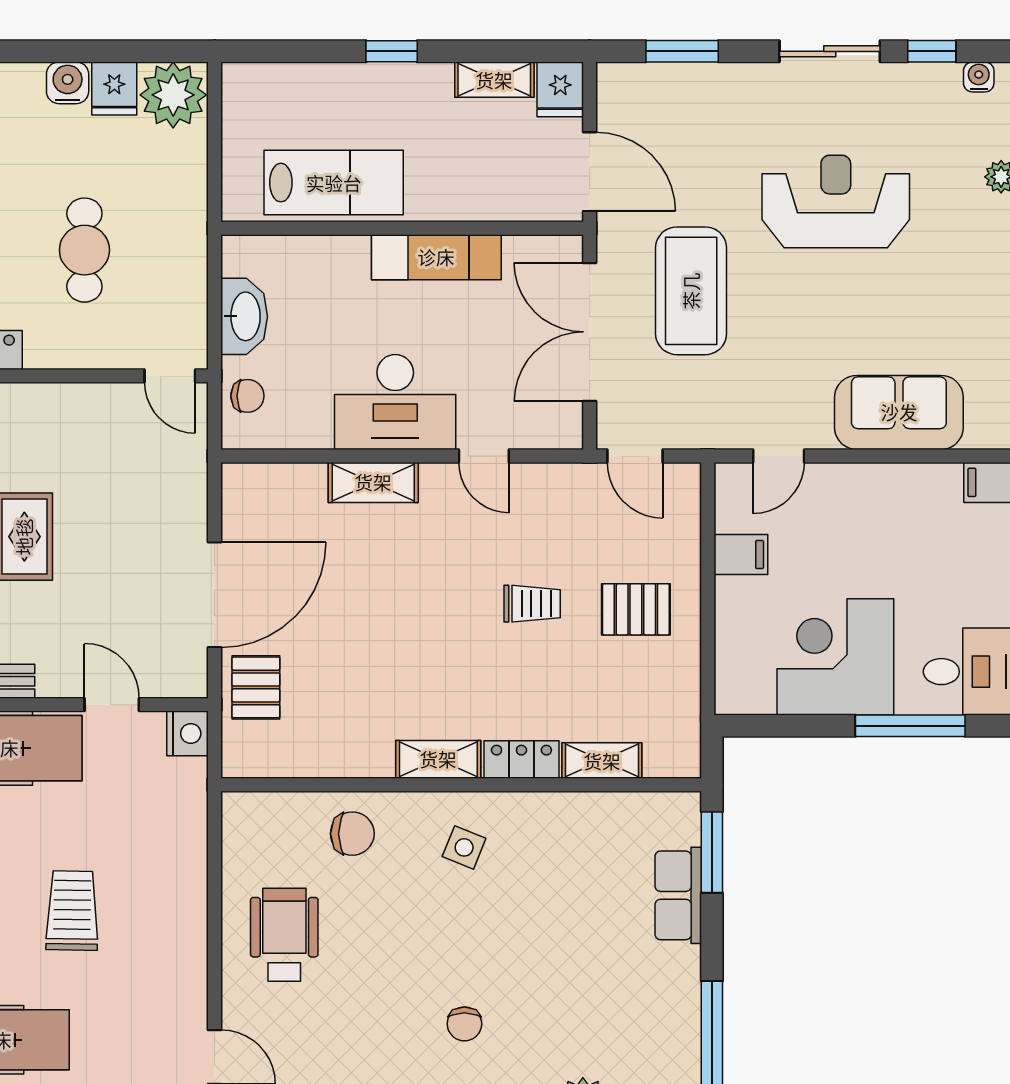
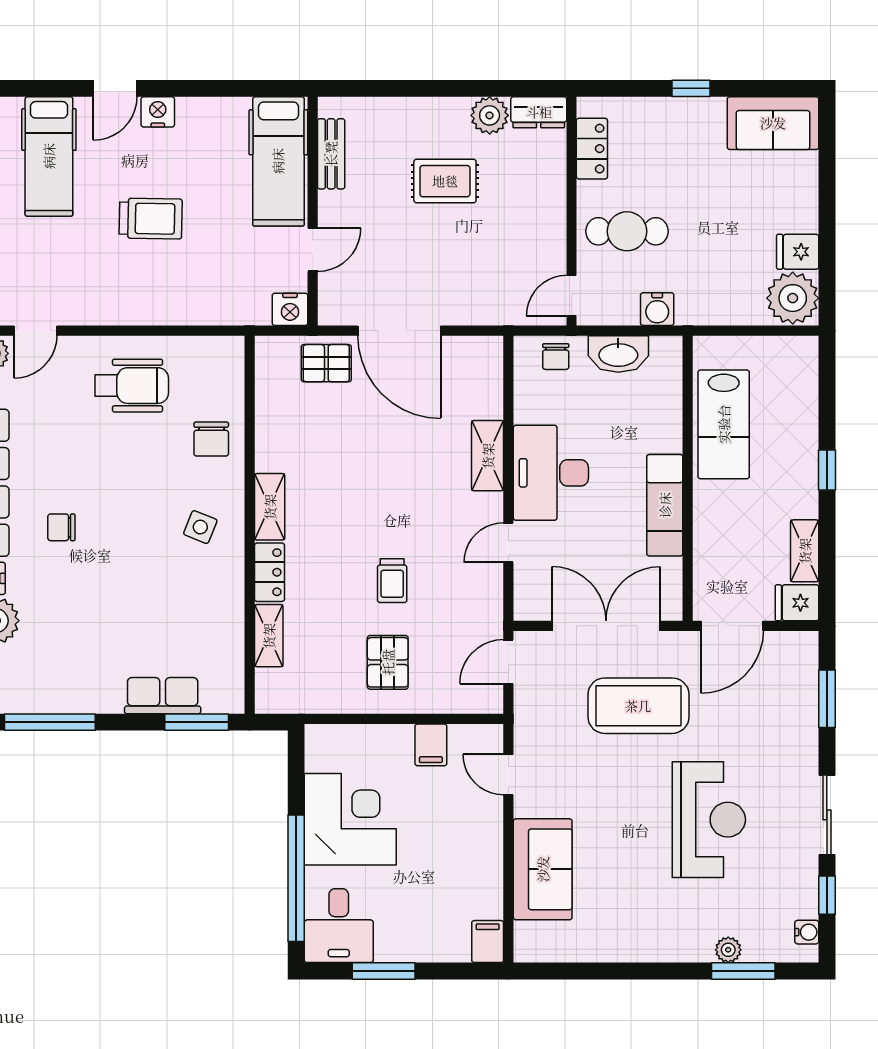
water cooler: (68, 83) -> (657, 309), moved, turned 90
cafe table: (84, 250) -> (627, 231), moved
window: (910, 726) -> (296, 878), width x1.46

